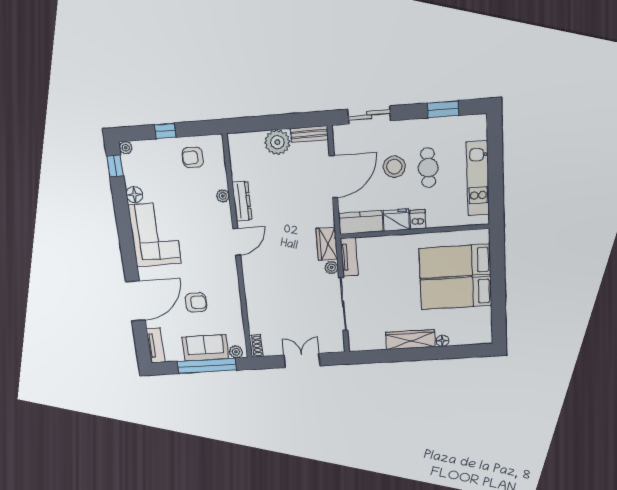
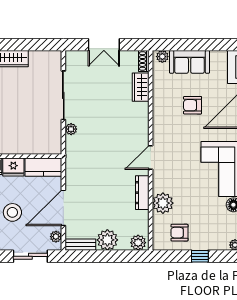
plant: (240, 142) -> (138, 243), added
plant: (340, 142) -> (56, 237), added
armchair: (193, 157) -> (180, 233), turned 180
plant: (223, 196) -> (163, 203), width x1.88, depth x1.88
wardrobe: (327, 244) -> (141, 87), moved, turned 180
tv unit: (349, 257) -> (55, 138), removed
window: (207, 366) -> (190, 45), removed

